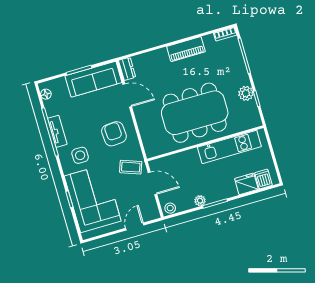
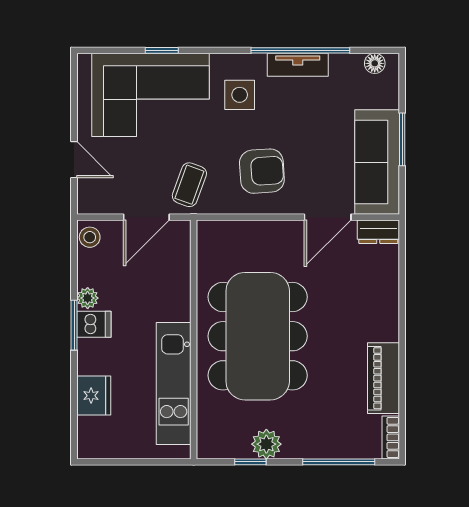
piano: (186, 49) -> (383, 378), moved
dishwasher: (263, 179) -> (94, 324), moved

